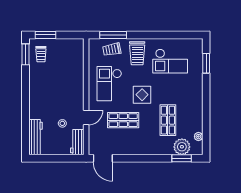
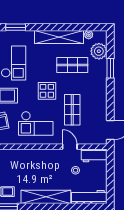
shelving: (36, 94) -> (46, 197), added
shelving: (196, 107) -> (59, 37), added
window: (182, 158) -> (110, 68), moved

